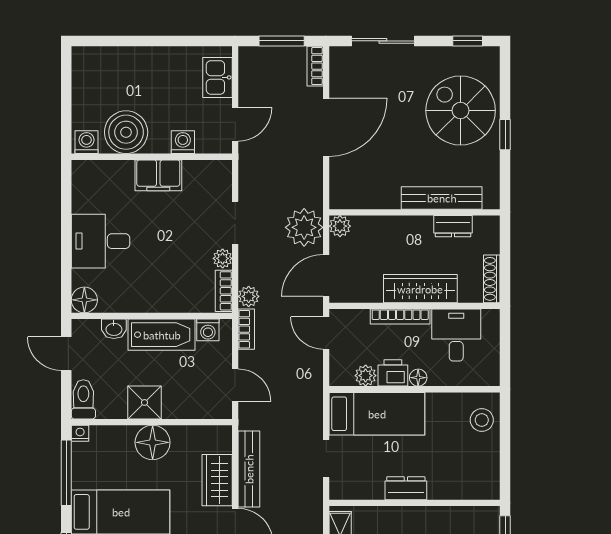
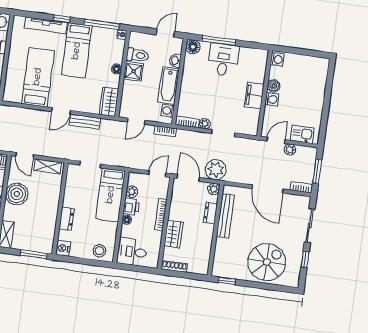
window: (468, 41) -> (305, 259), moved
door: (235, 124) -> (276, 140), swing flipped
boiler: (126, 132) -> (274, 86), width x0.54, depth x0.54
window: (505, 135) -> (227, 281), moved
washing machine: (183, 142) -> (272, 99), moved
bench: (442, 198) -> (225, 216), moved
dresser: (453, 226) -> (210, 213), moved
window: (66, 254) -> (219, 40), added
wardrobe: (420, 289) -> (173, 234), width x0.67
plant: (249, 296) -> (290, 150), moved
desk: (456, 335) -> (132, 252), moved, turned 180
toilet: (83, 399) -> (138, 55), moved
floor lamp: (153, 442) -> (117, 69), width x0.53, depth x0.53
bench: (249, 469) -> (85, 122), width x0.73
wardrobe: (217, 480) -> (109, 102), moved, turned -90
nightstand: (486, 487) -> (63, 248), added
dresser: (406, 488) -> (67, 219), moved

